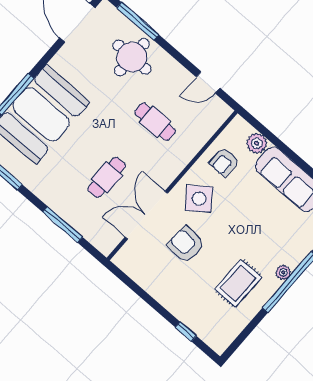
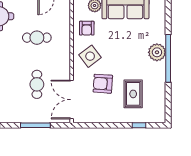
double door: (146, 215) -> (72, 100), moved
plant: (283, 272) -> (157, 52), width x1.87, depth x1.87
rug: (238, 283) -> (133, 94), moved

